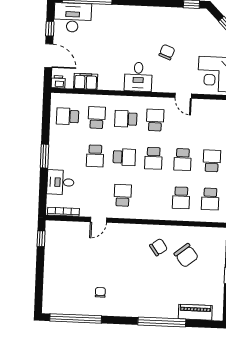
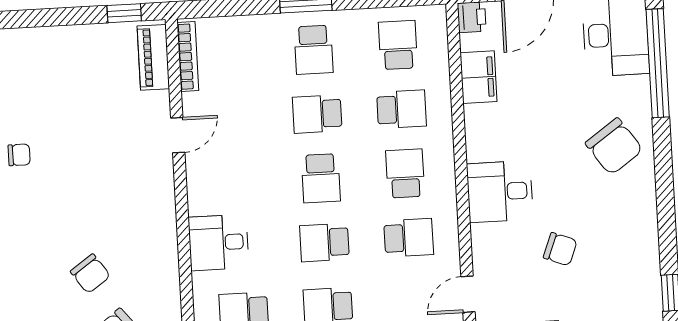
chair: (123, 23) -> (614, 146), added
desk: (60, 182) -> (218, 242), moved, turned -90
school desk: (123, 195) -> (314, 50), moved, turned 90
door: (98, 220) -> (178, 135), swing flipped
piano: (62, 227) -> (153, 57), added
chair: (159, 247) -> (90, 274), moved

